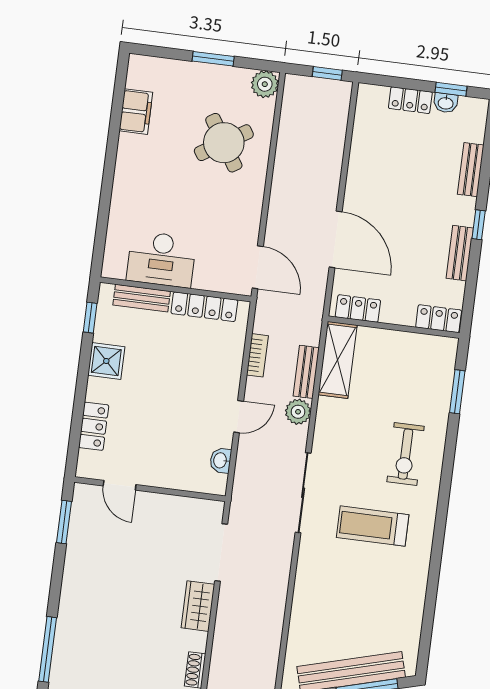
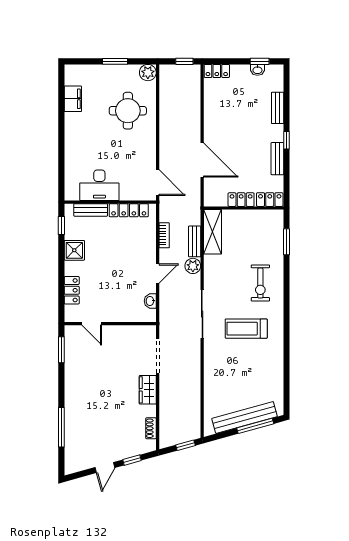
locker: (410, 100) -> (217, 71), moved
round table: (224, 143) -> (128, 111), turned 32
locker: (358, 309) -> (241, 200), moved

